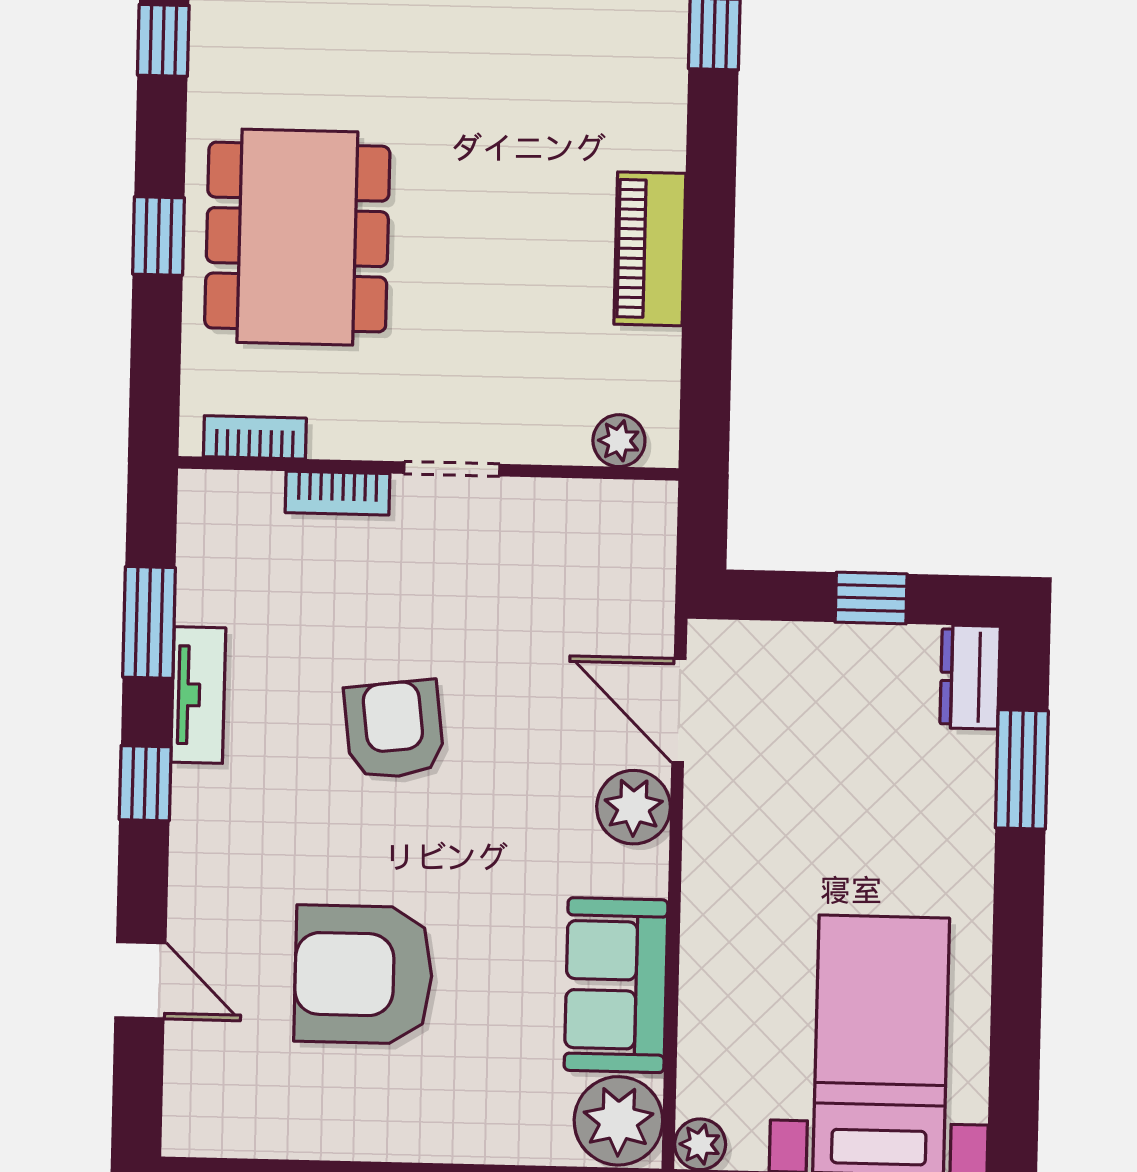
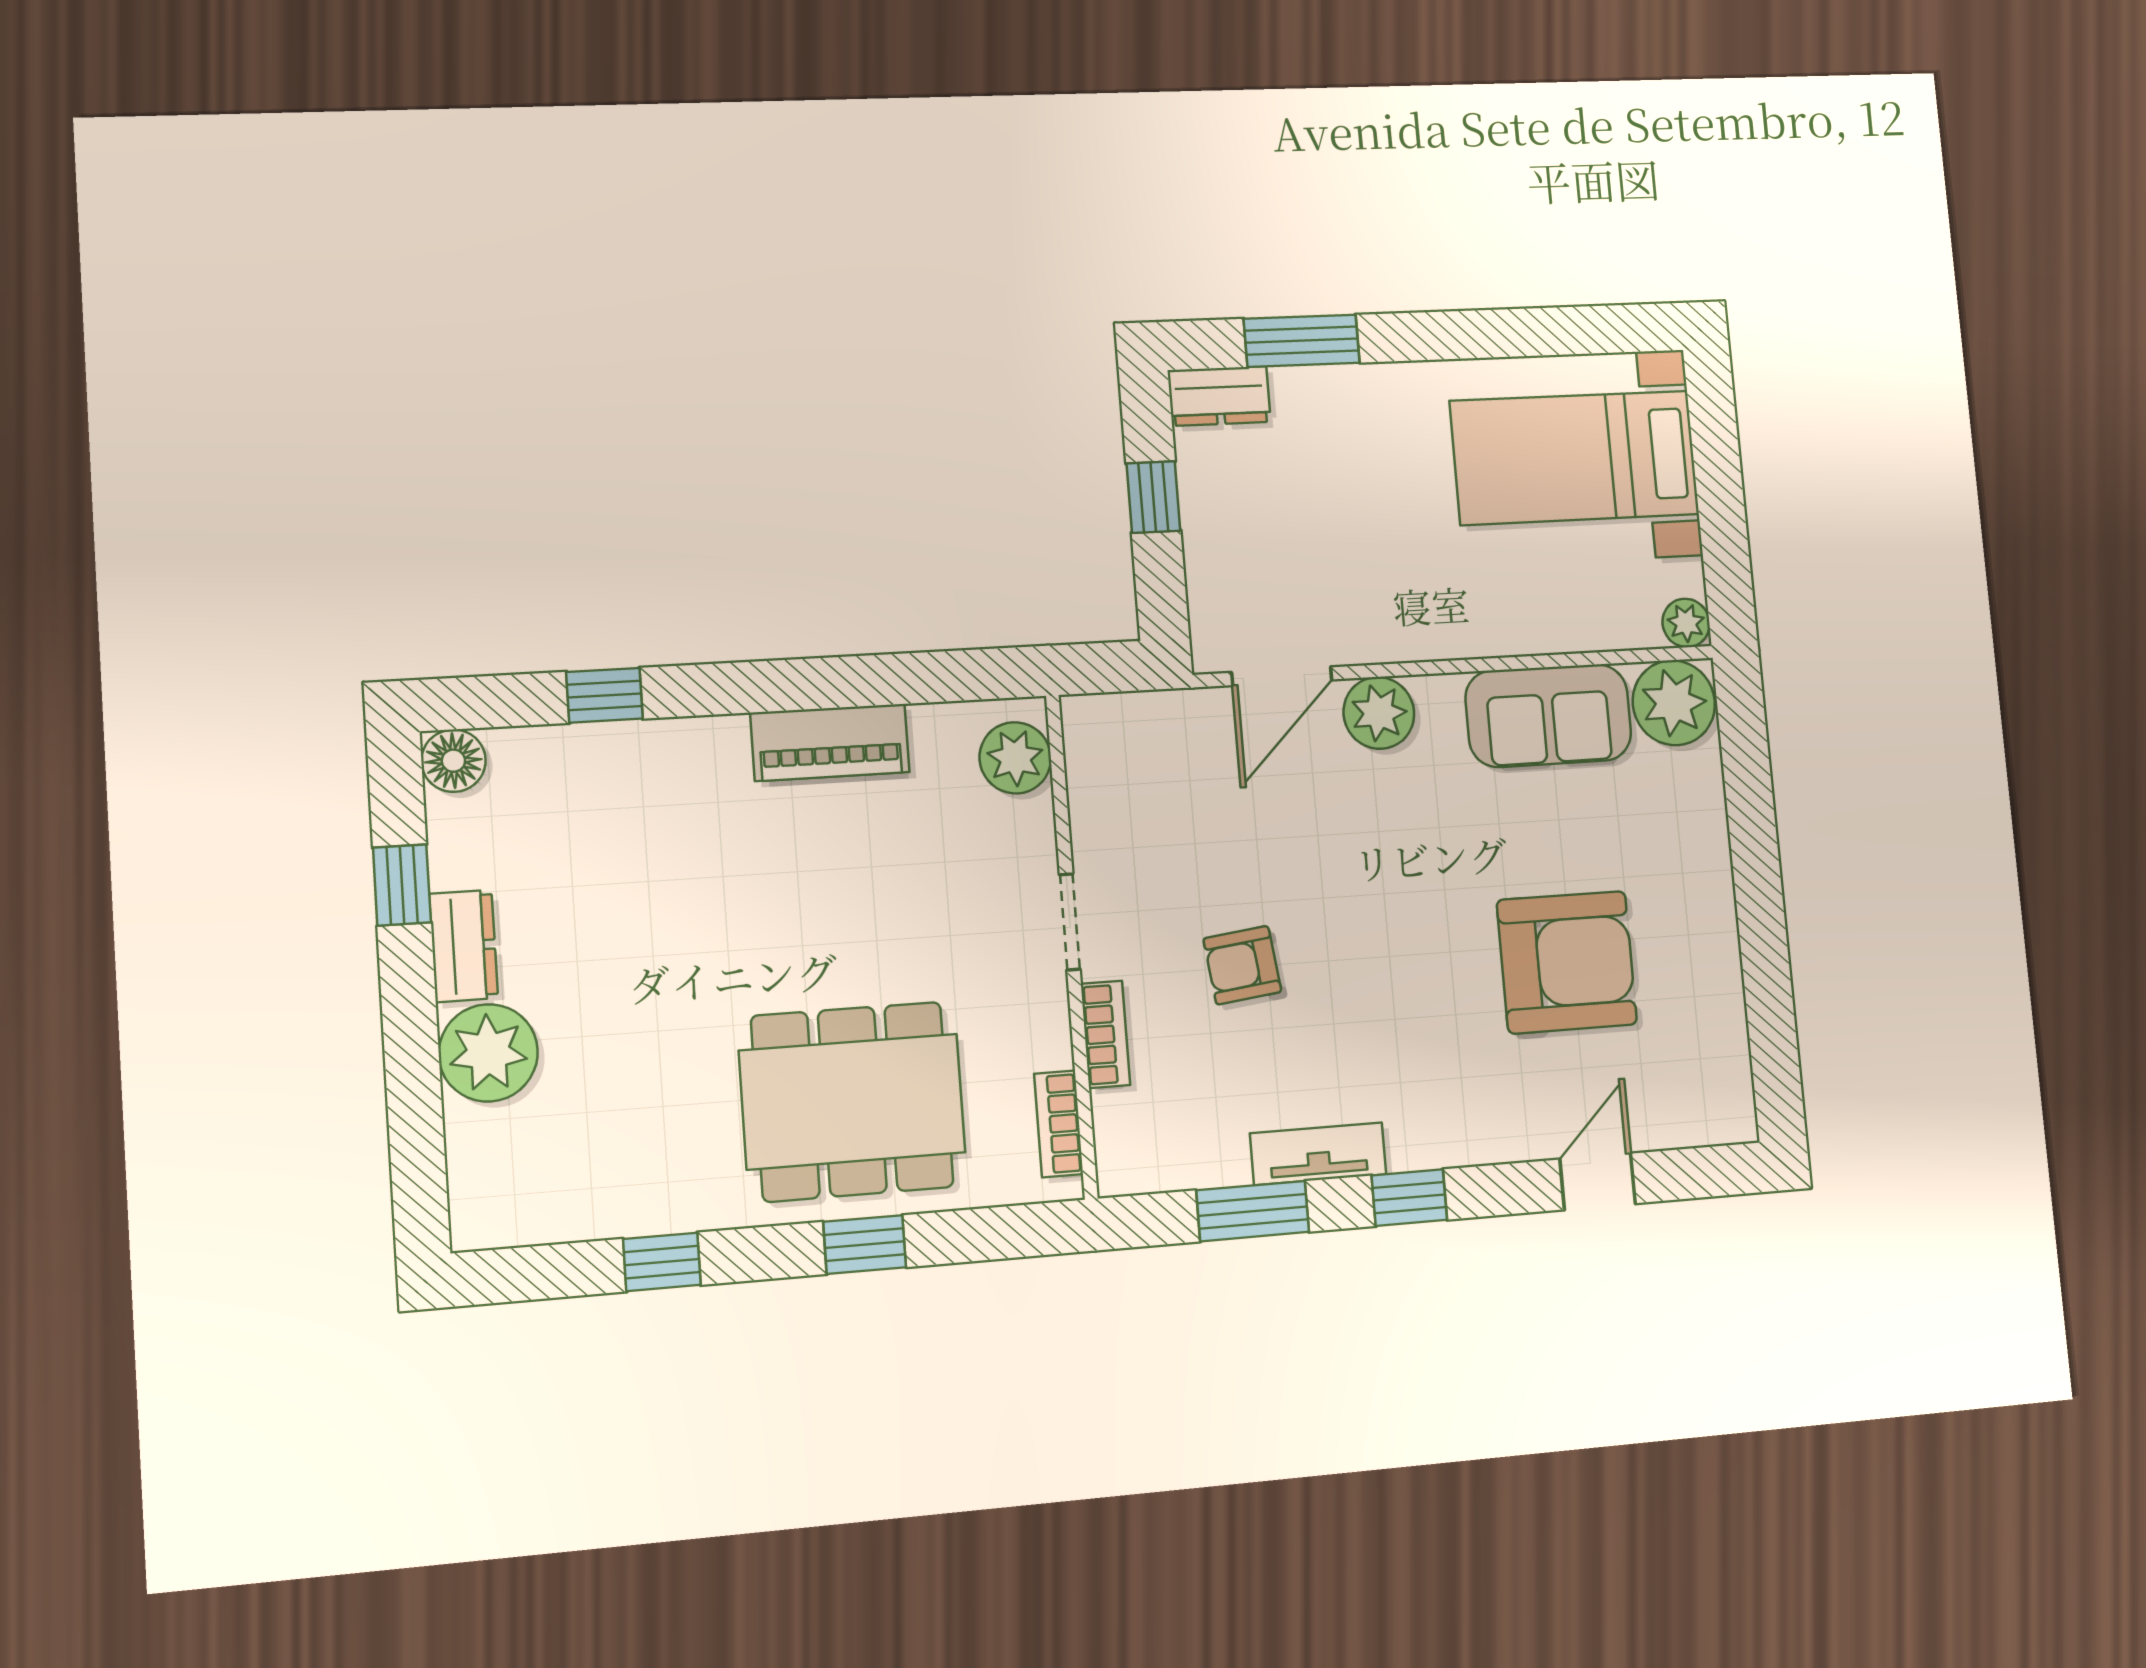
plant: (619, 441) -> (1015, 758), width x1.38, depth x1.38
armchair: (394, 730) -> (1242, 965), moved, width x0.72, depth x0.72
armchair: (363, 975) -> (1567, 962), turned -90

